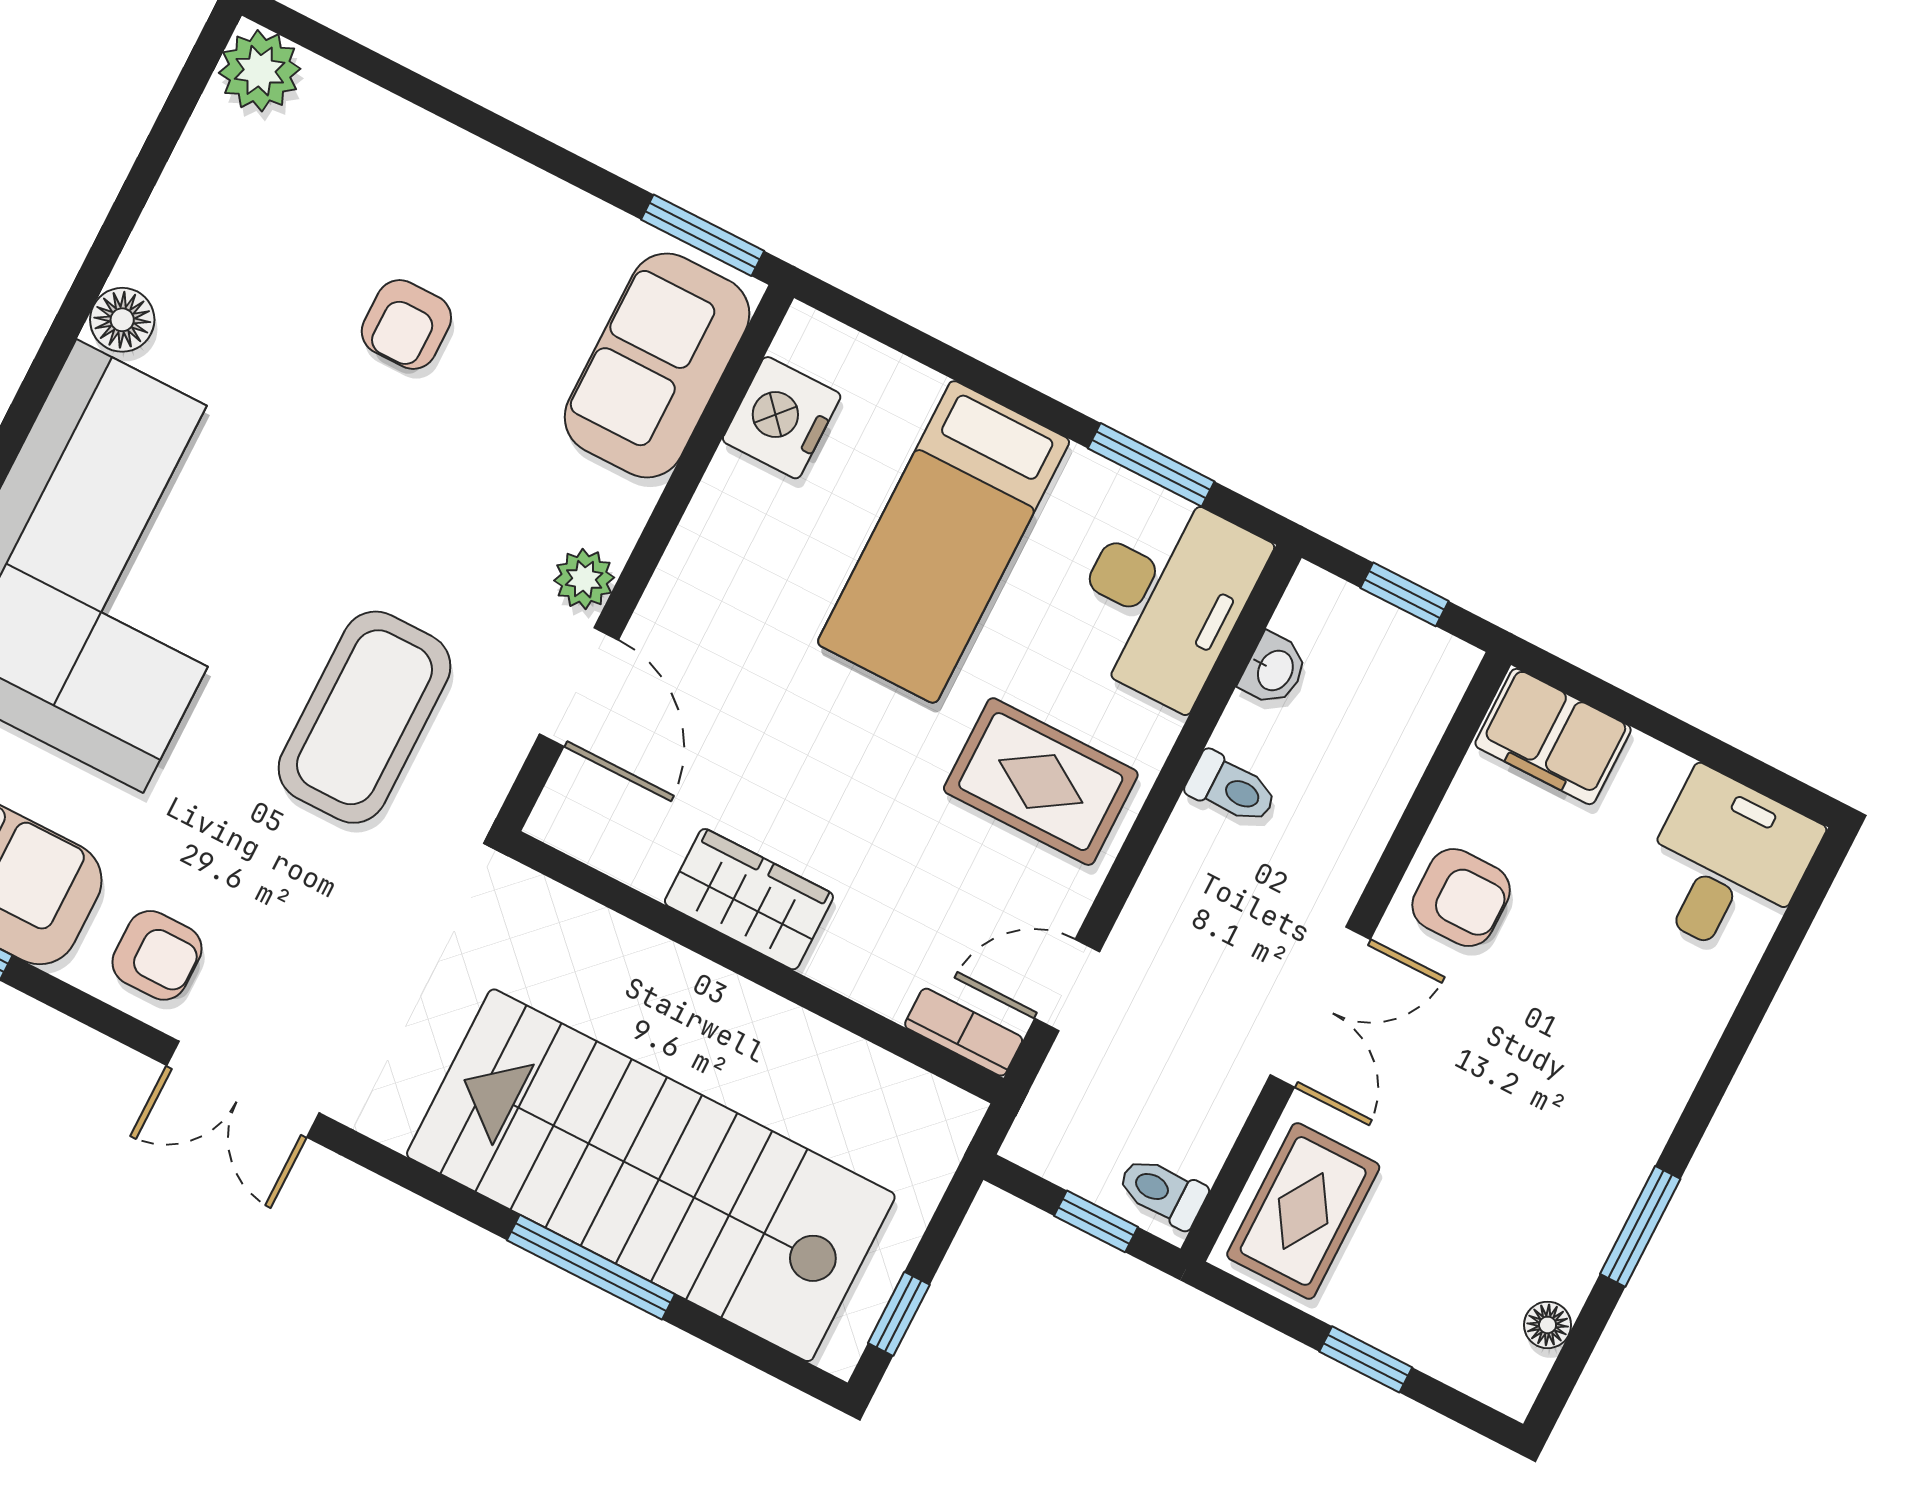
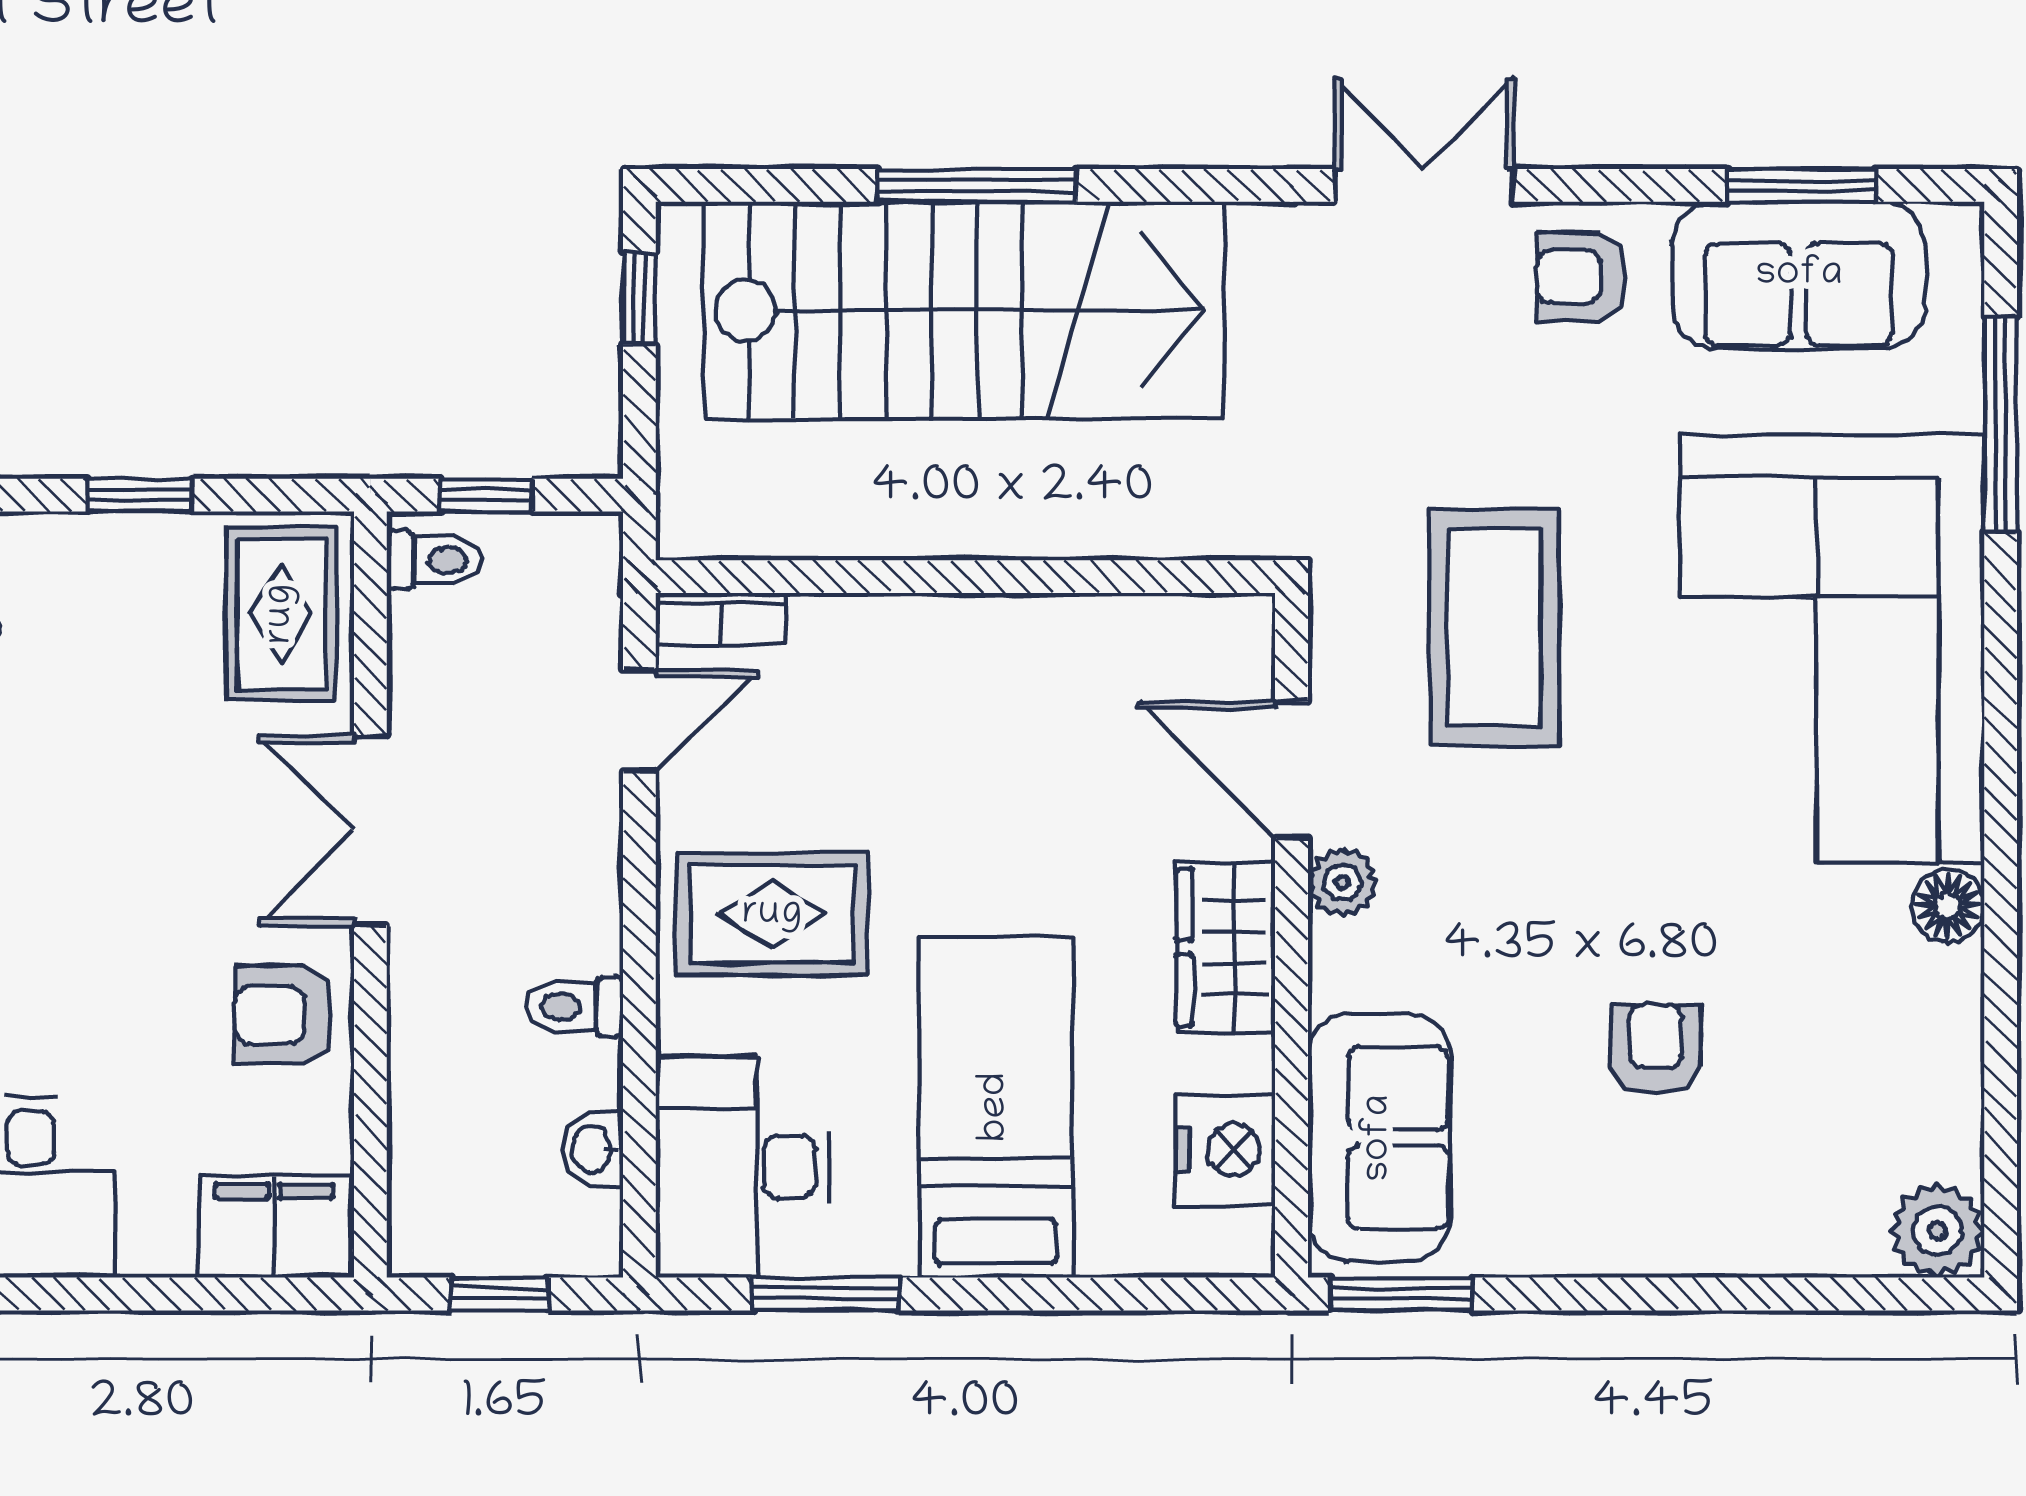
wardrobe: (749, 899) -> (1226, 947), moved, turned 90

